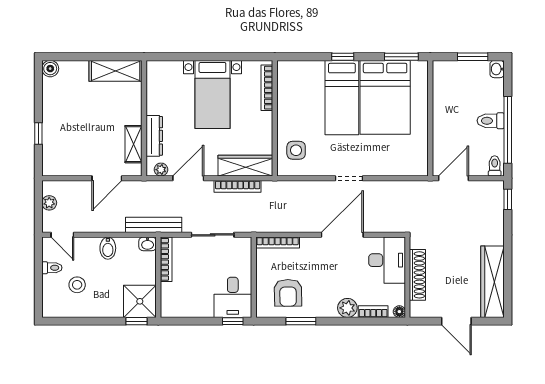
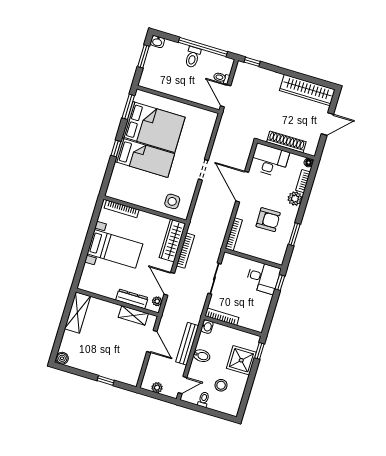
toilet: (495, 166) -> (221, 78), moved
bench: (154, 225) -> (187, 344), moved
armchair: (288, 293) -> (268, 220), moved
shower: (140, 301) -> (241, 360), moved

